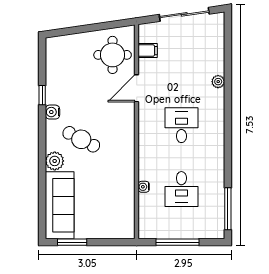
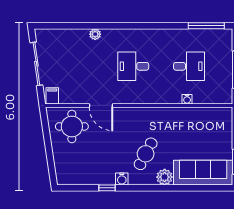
filing cabinet: (148, 51) -> (52, 96), moved

